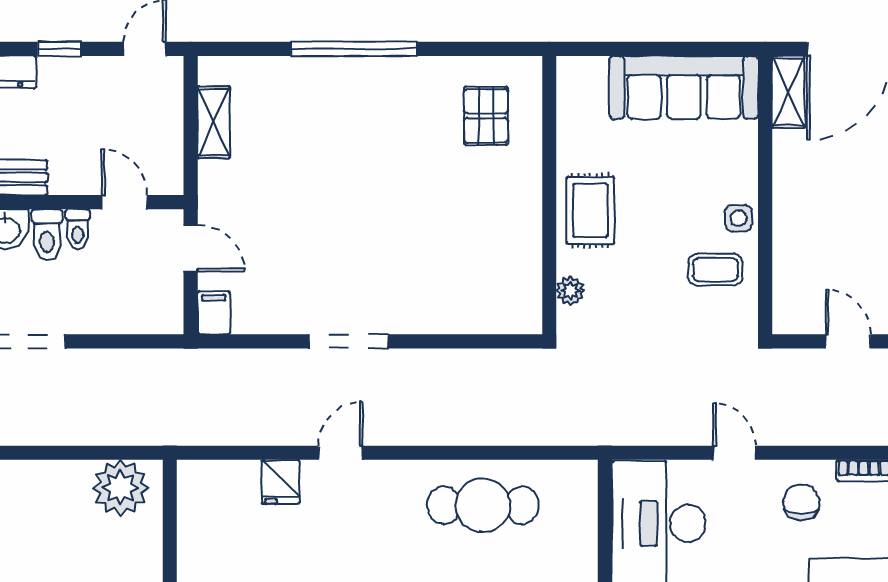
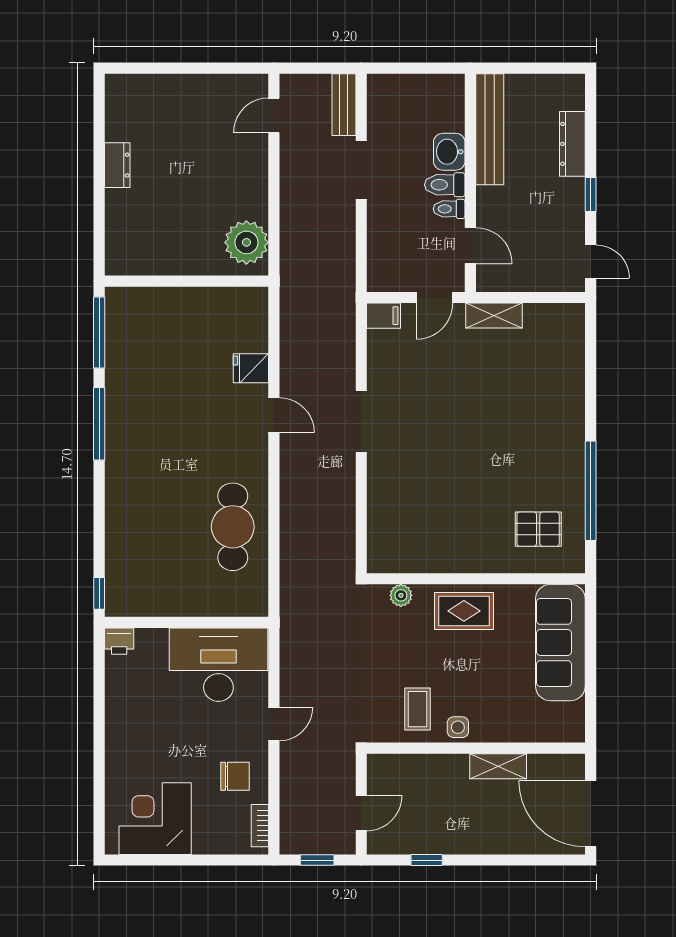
window: (354, 49) -> (591, 491), moved
sofa: (684, 87) -> (560, 642), moved
shelving: (788, 92) -> (498, 766), moved
shelving: (214, 122) -> (494, 316), moved
door: (124, 202) -> (470, 246), hinge flipped

